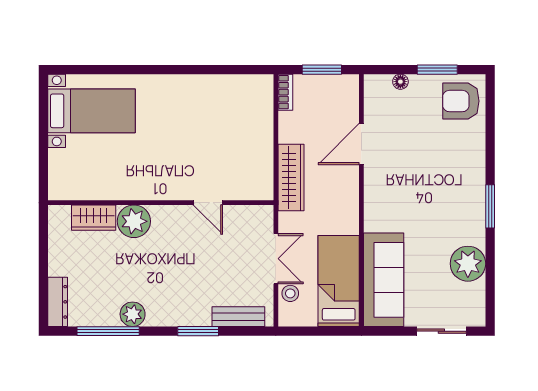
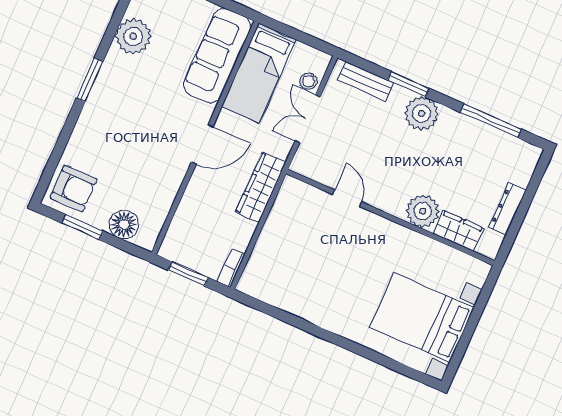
floor lamp: (400, 82) -> (124, 225), width x1.89, depth x1.89
bed with nightstands: (92, 111) -> (422, 317), width x1.36
door: (361, 144) -> (202, 144), moved
dresser: (58, 302) -> (507, 209), moved
plant: (133, 314) -> (421, 113), moved, width x1.36, depth x1.36

